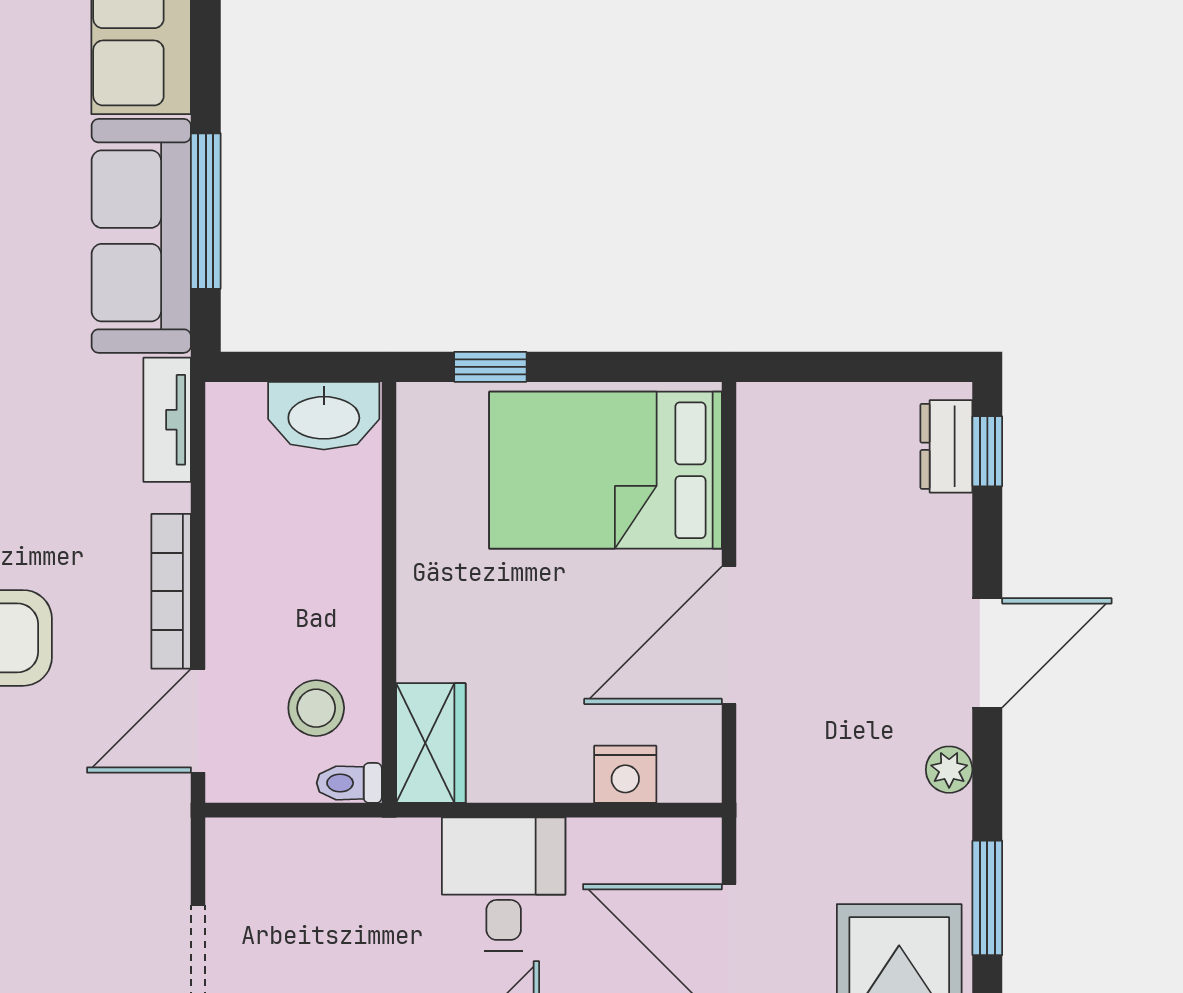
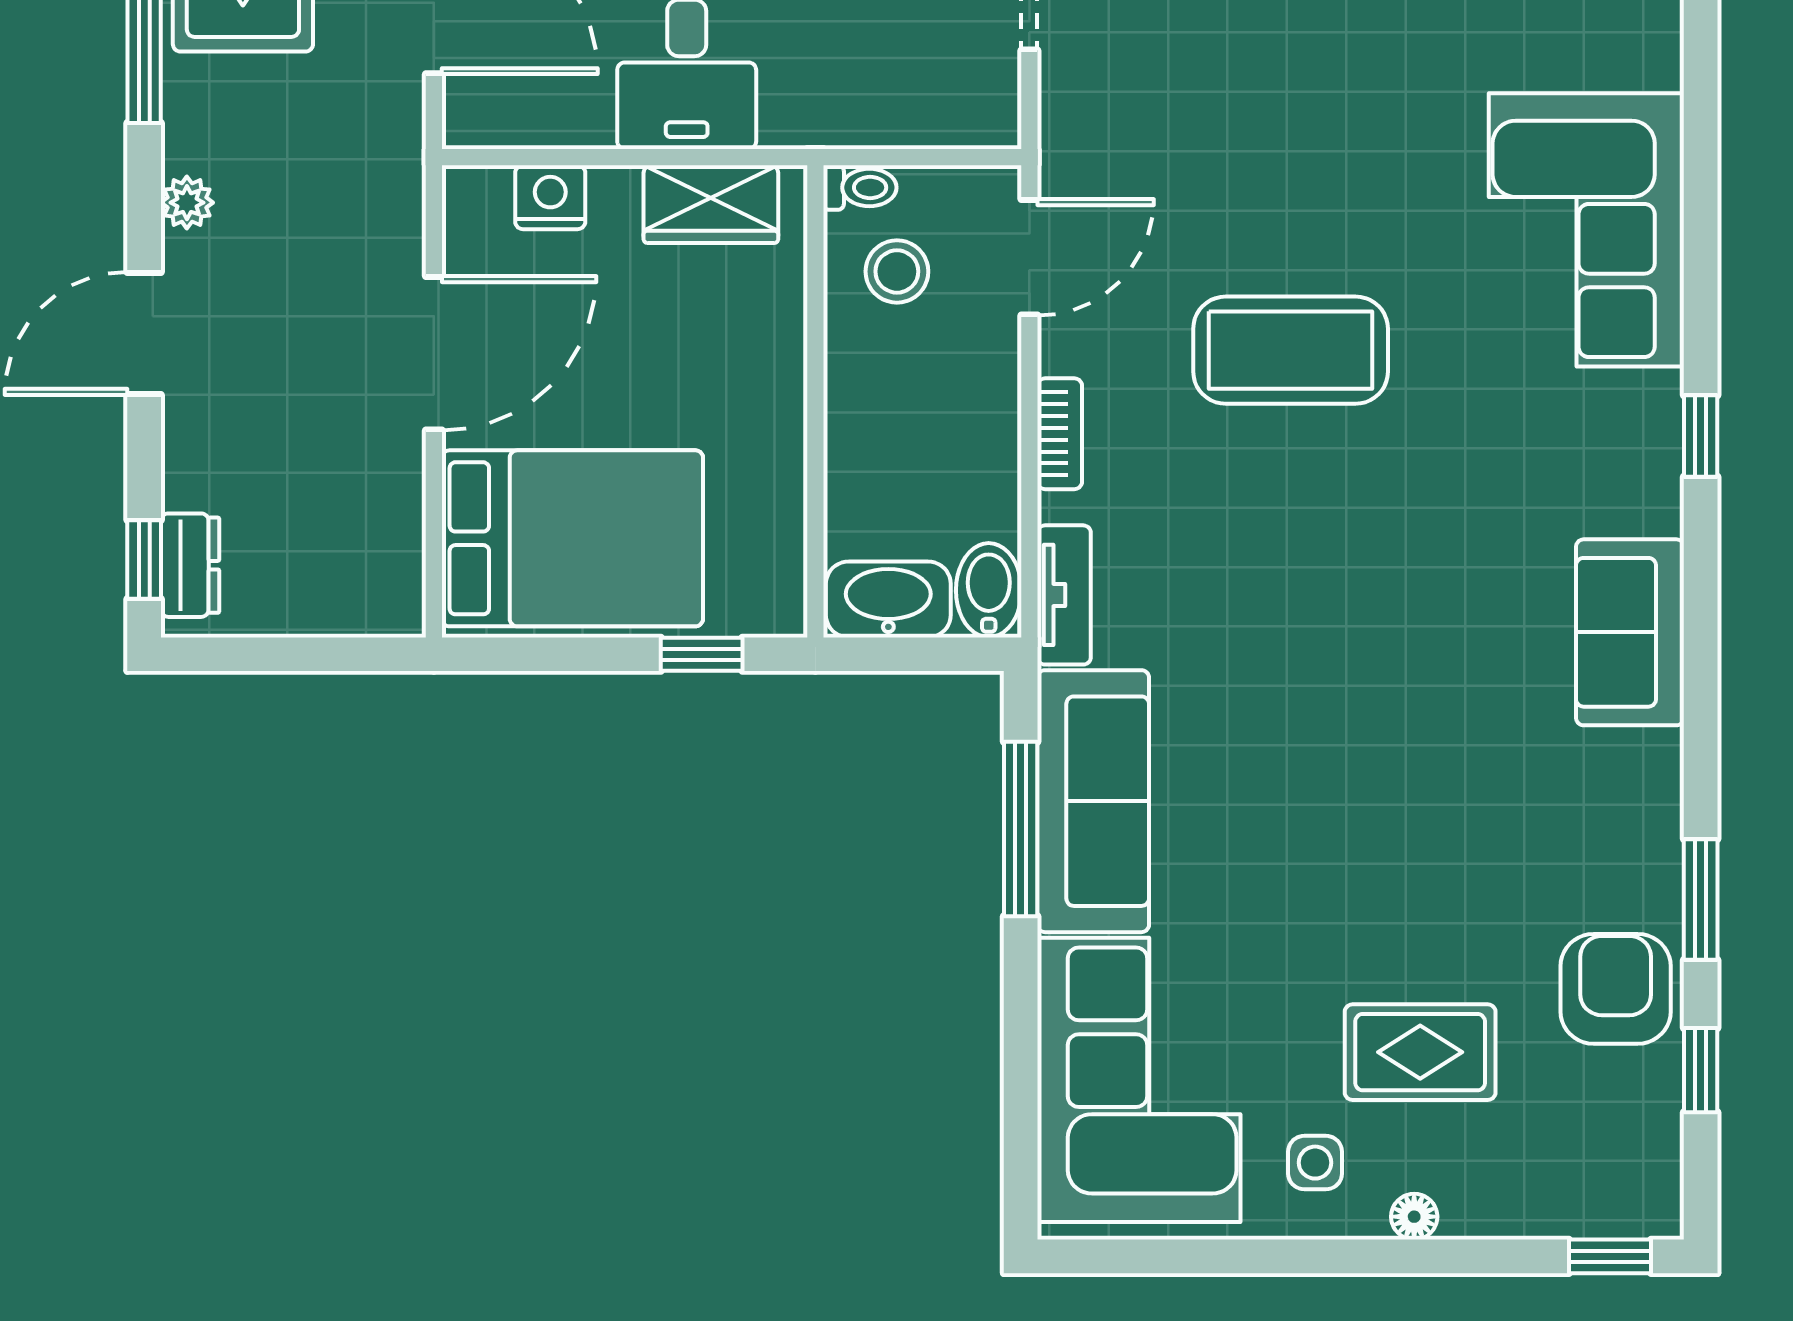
bidet: (234, 424) -> (989, 590), added
bookcase: (171, 591) -> (1060, 434), width x0.64
wardrobe: (431, 743) -> (711, 204), moved, turned -90

